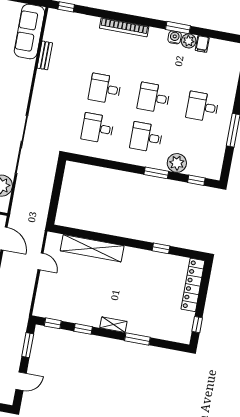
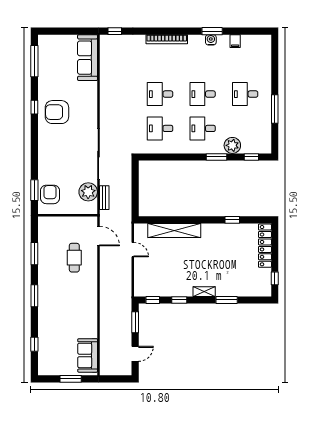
plant: (189, 41) -> (223, 41), removed
bench: (45, 55) -> (104, 198), moved

